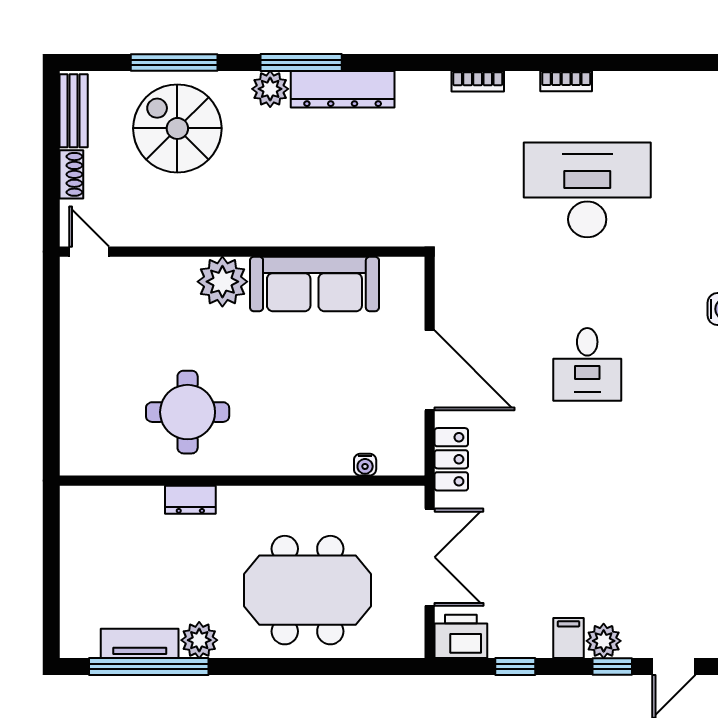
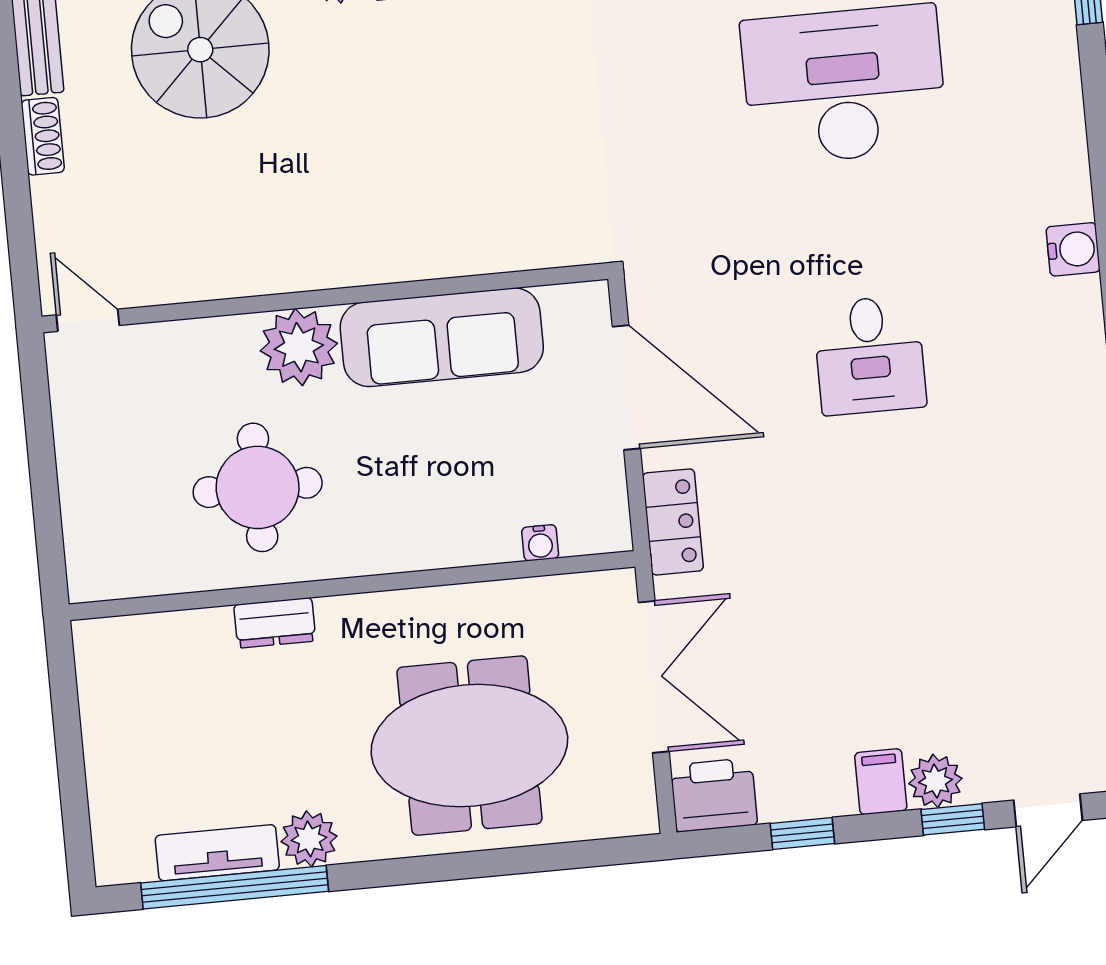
door: (89, 252) -> (88, 320), moved
wall: (242, 252) -> (325, 298), moved
plant: (222, 282) -> (299, 347), moved
sofa: (314, 284) -> (442, 337), moved

